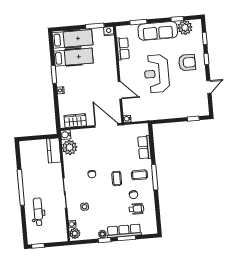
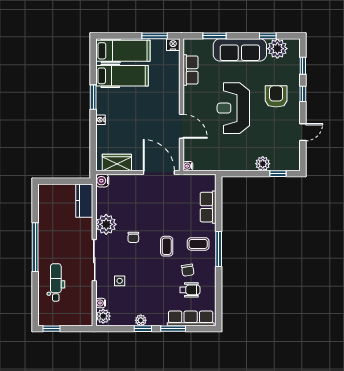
armchair: (187, 63) -> (276, 96), turned -90
plant: (181, 112) -> (263, 164), added
plant: (70, 147) -> (106, 224), moved
row of seats: (124, 231) -> (191, 318), moved

